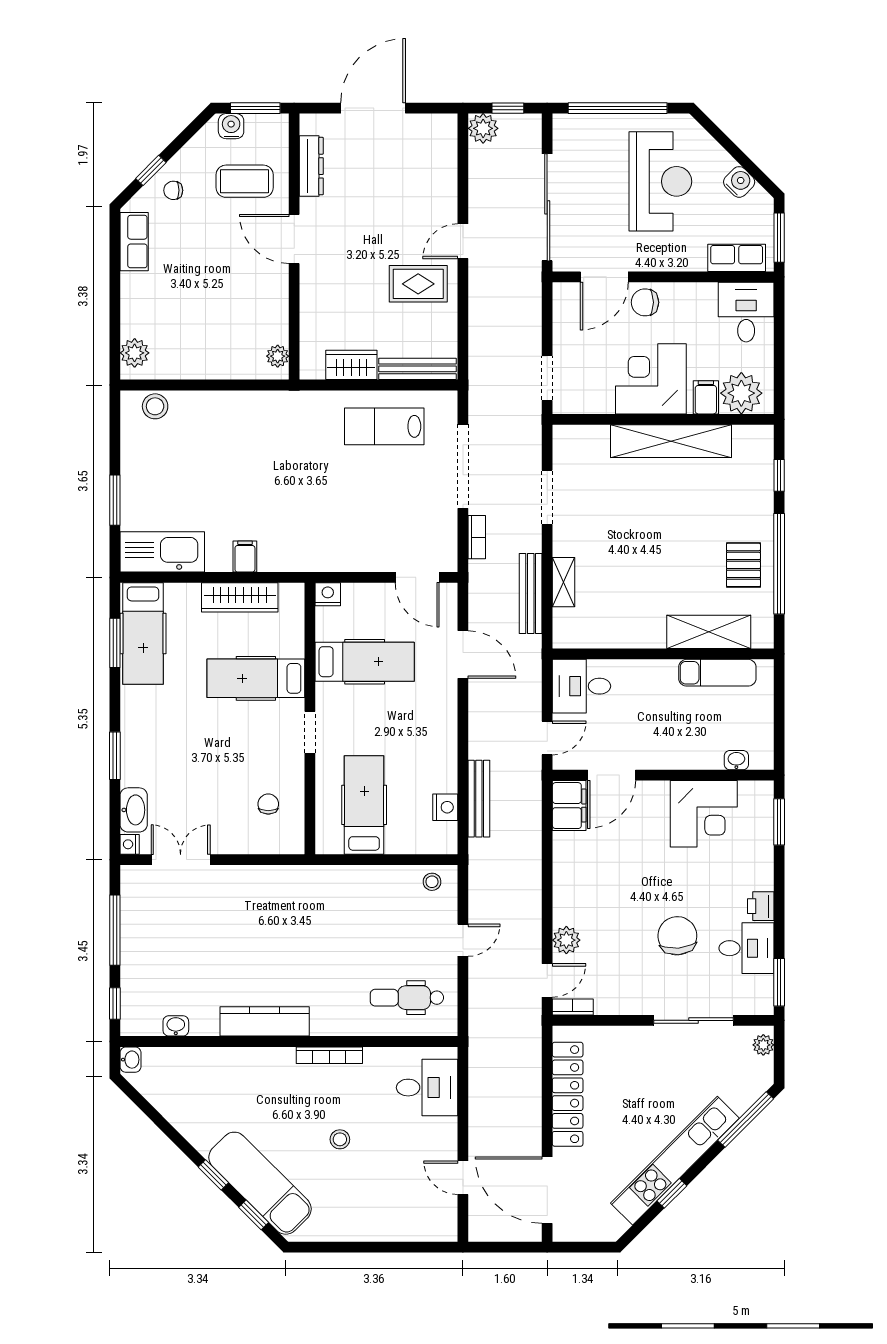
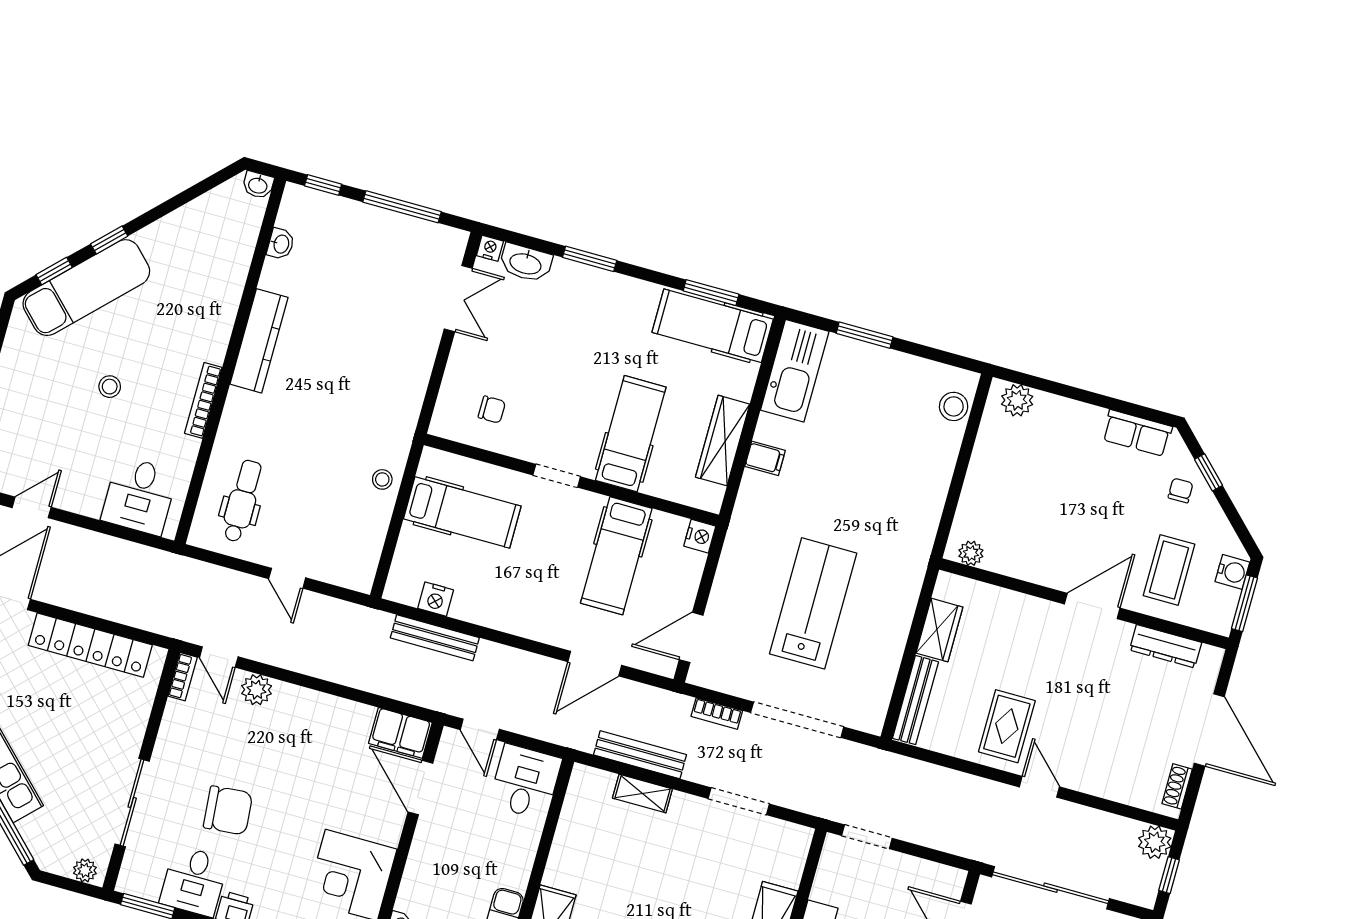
shoe rack: (429, 122) -> (1177, 786), added
lab bench: (384, 426) -> (813, 603), moved, width x1.36, depth x1.39
stool: (432, 882) -> (382, 479), moved

